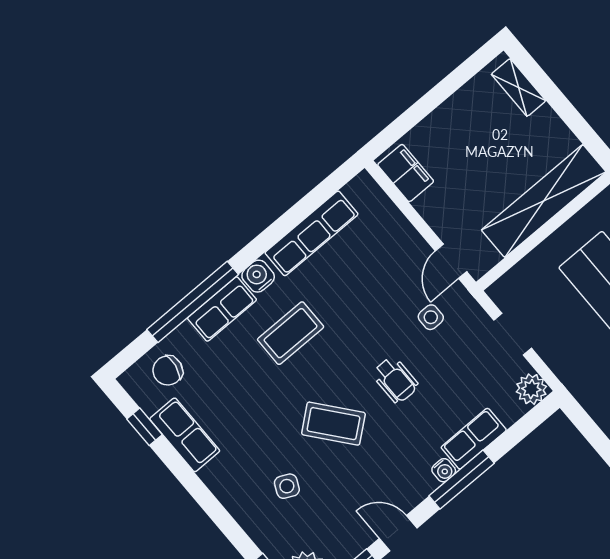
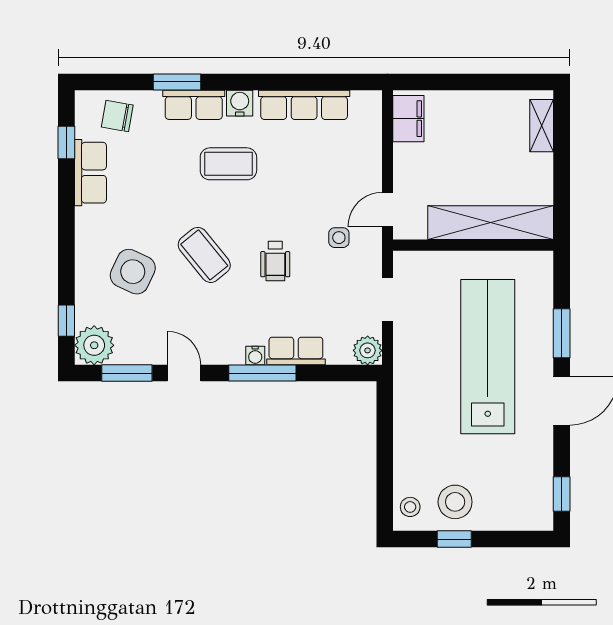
window: (193, 302) -> (177, 82), width x0.47
side table: (287, 486) -> (133, 272), width x1.87, depth x1.87

